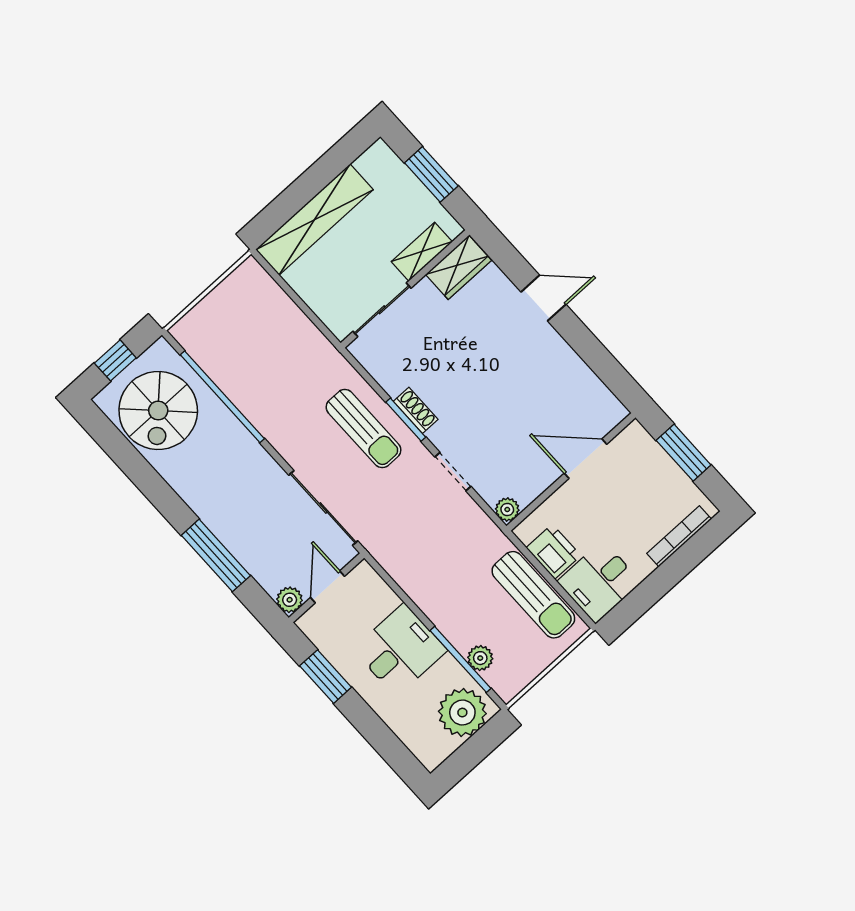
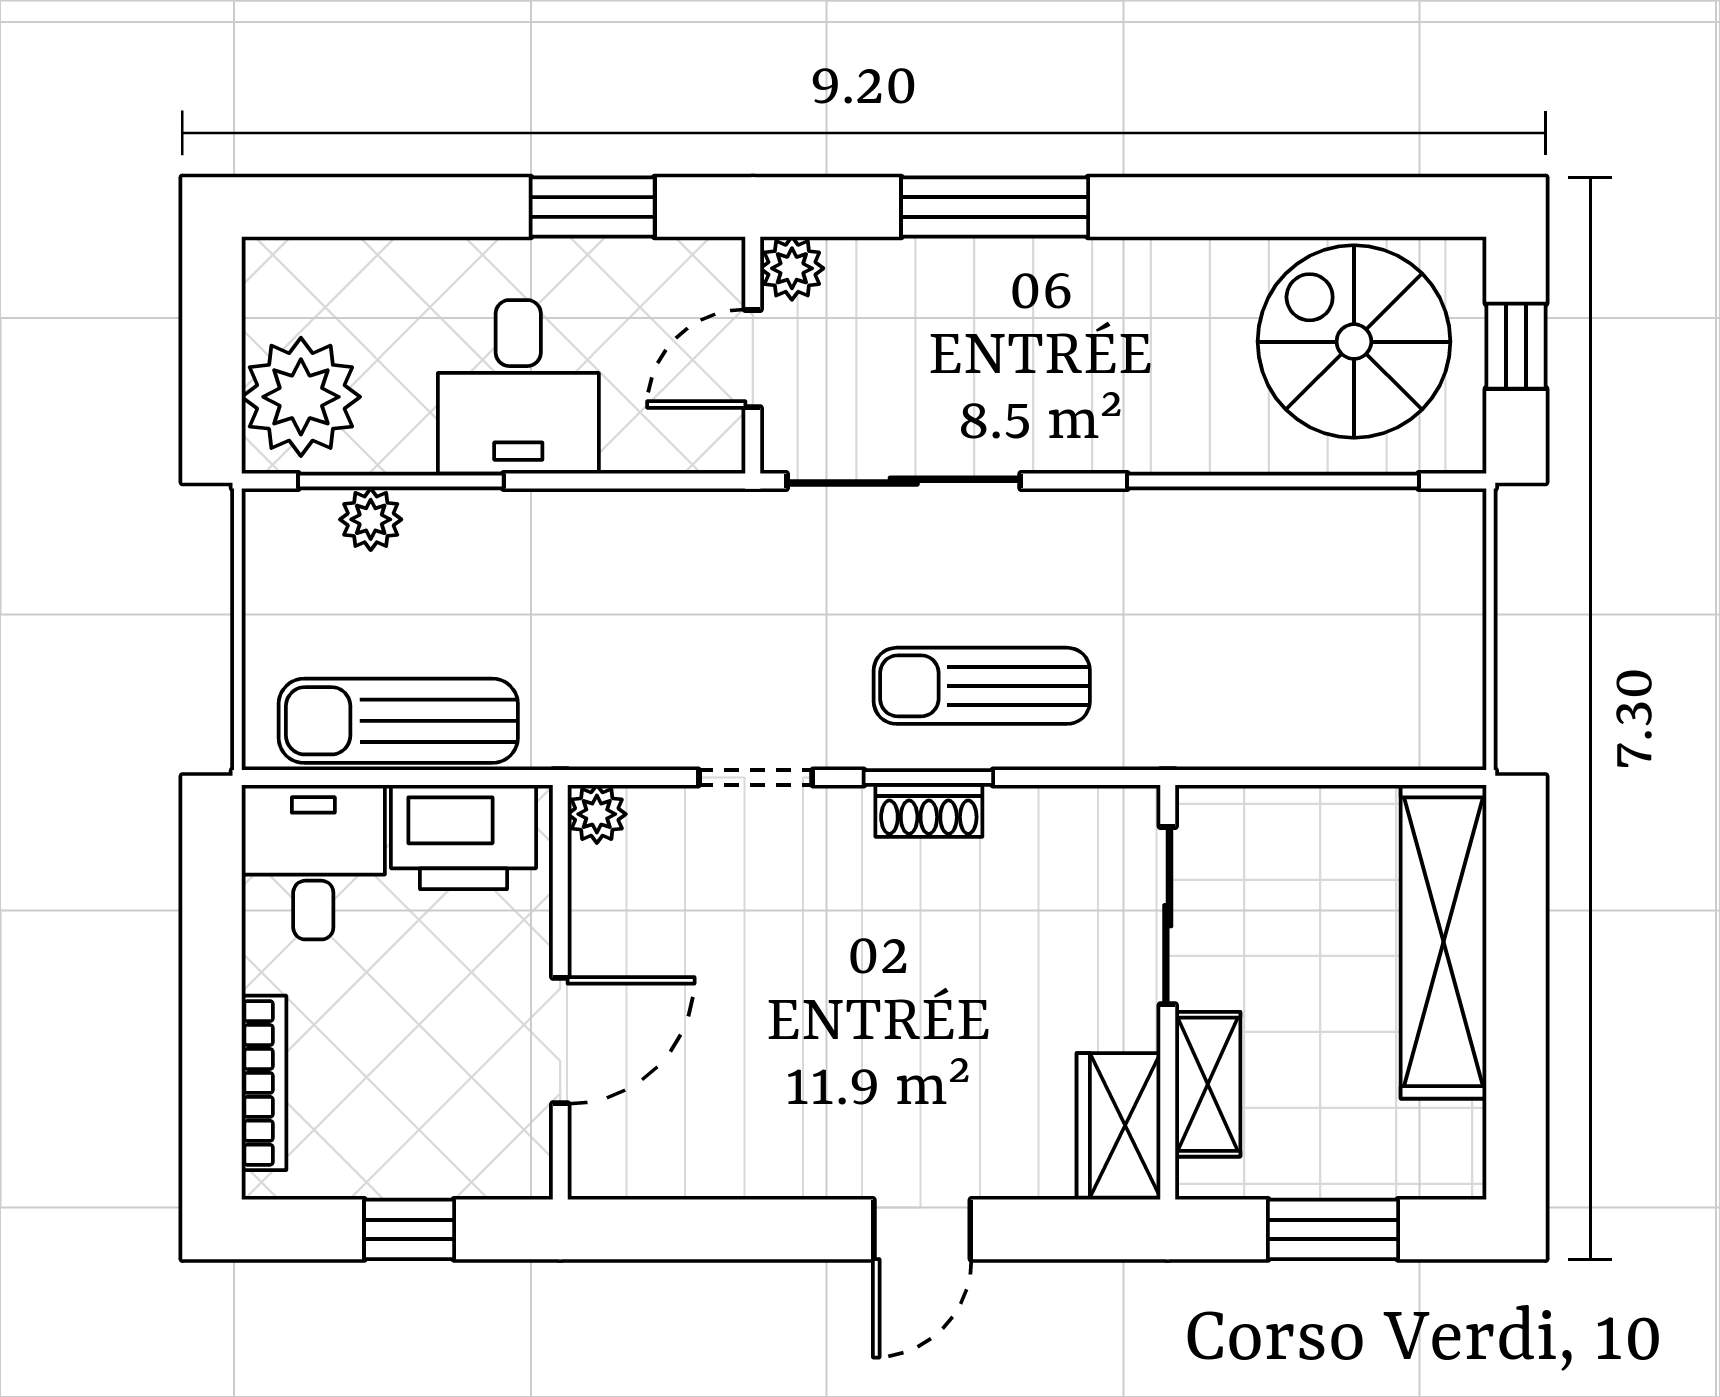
window: (684, 453) -> (409, 1229), width x0.67
printer: (553, 552) -> (463, 837), width x1.37, depth x1.19
door: (327, 587) -> (753, 359), swing flipped

